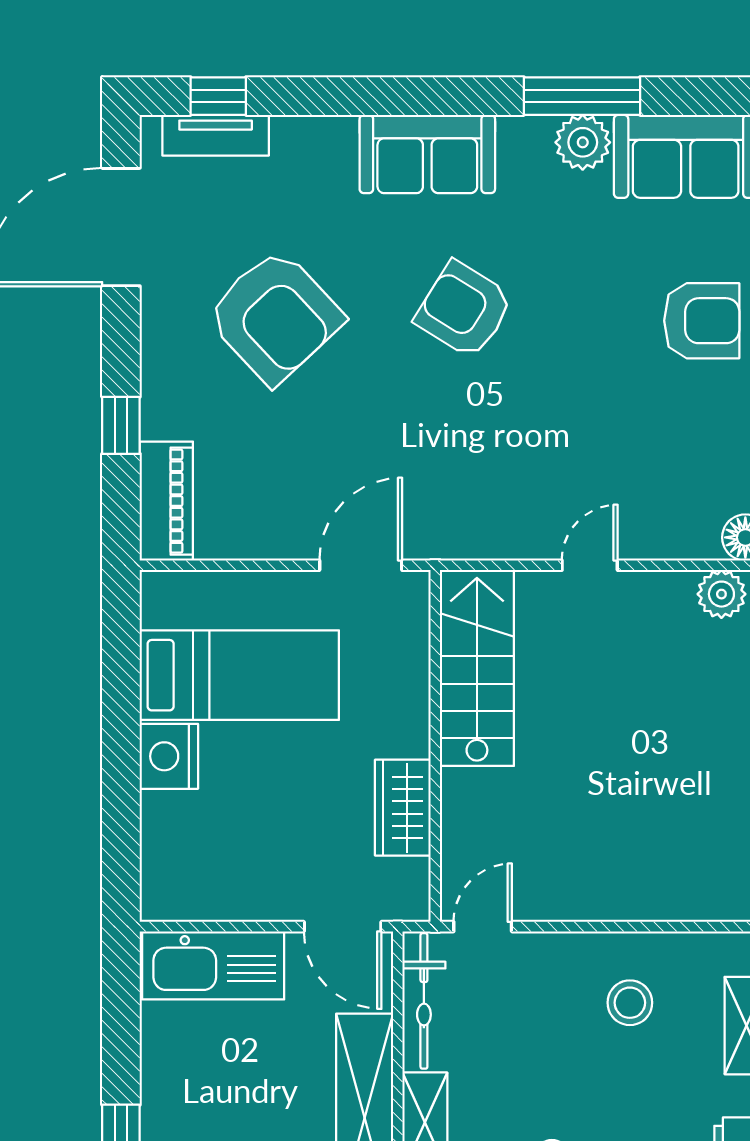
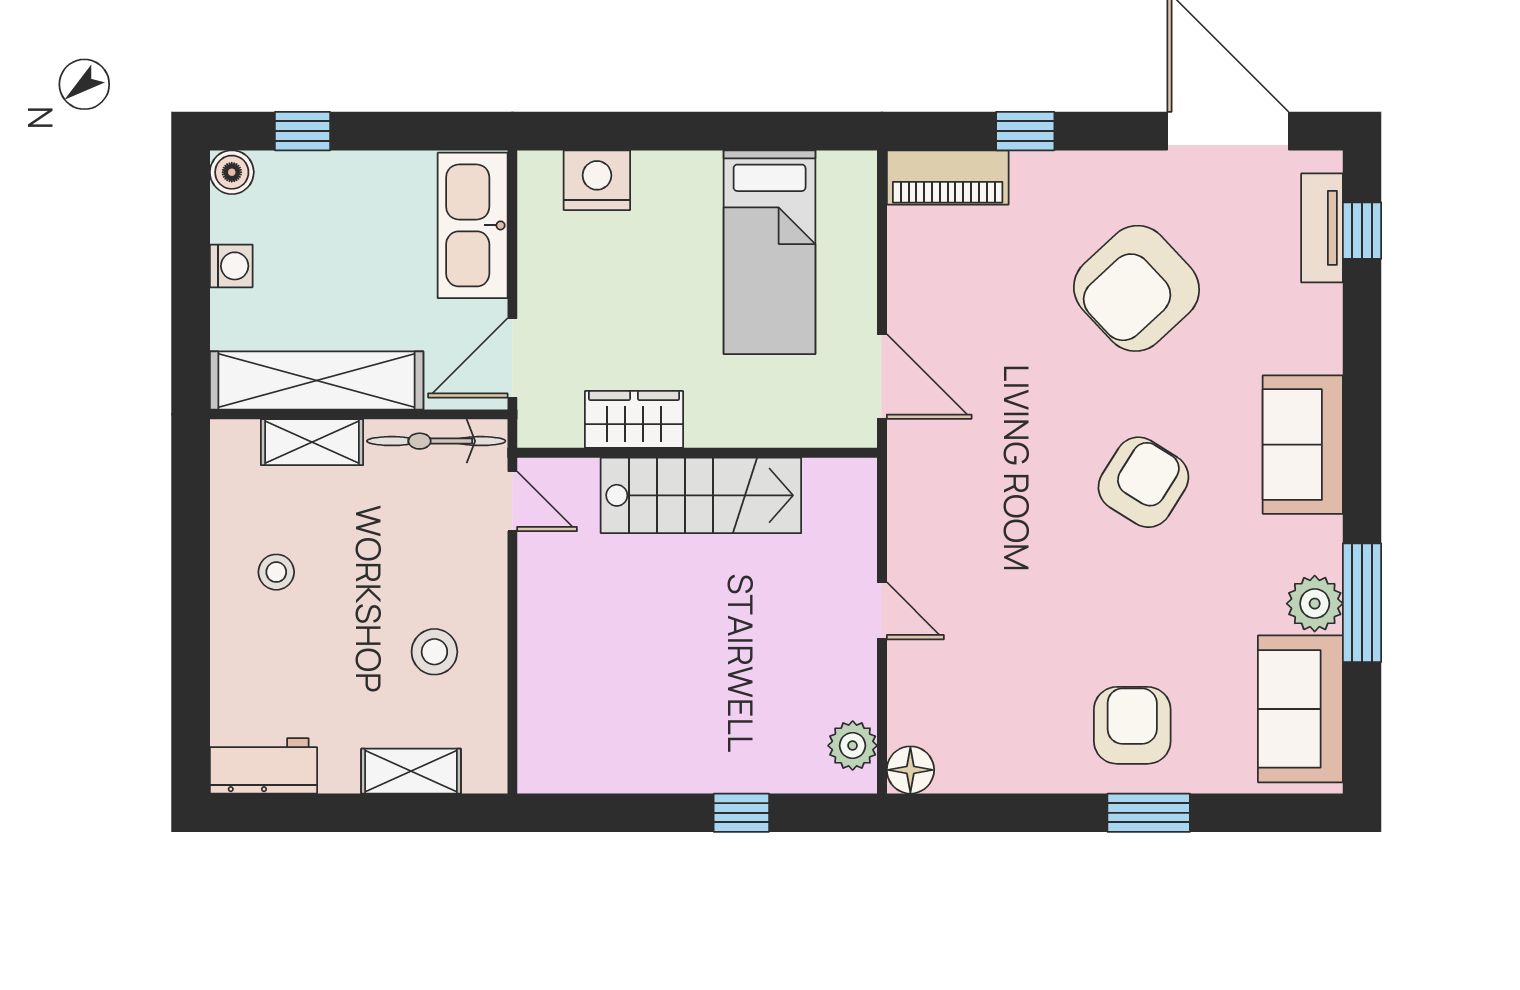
armchair: (702, 321) -> (1132, 725), turned 180
stairs: (477, 668) -> (701, 495), moved
nightstand: (169, 756) -> (597, 180), moved

